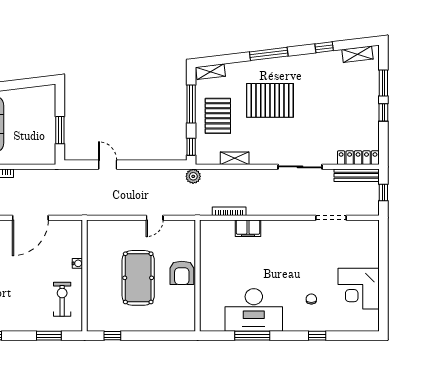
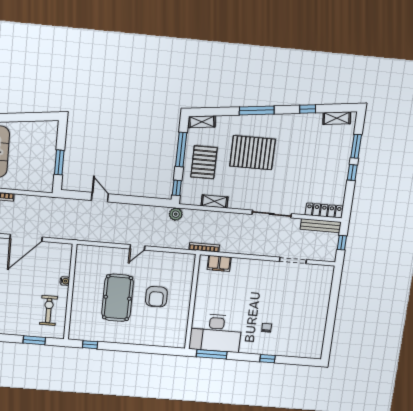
wall: (198, 276) -> (192, 302), moved
corner desk: (359, 289) -> (309, 322), removed

